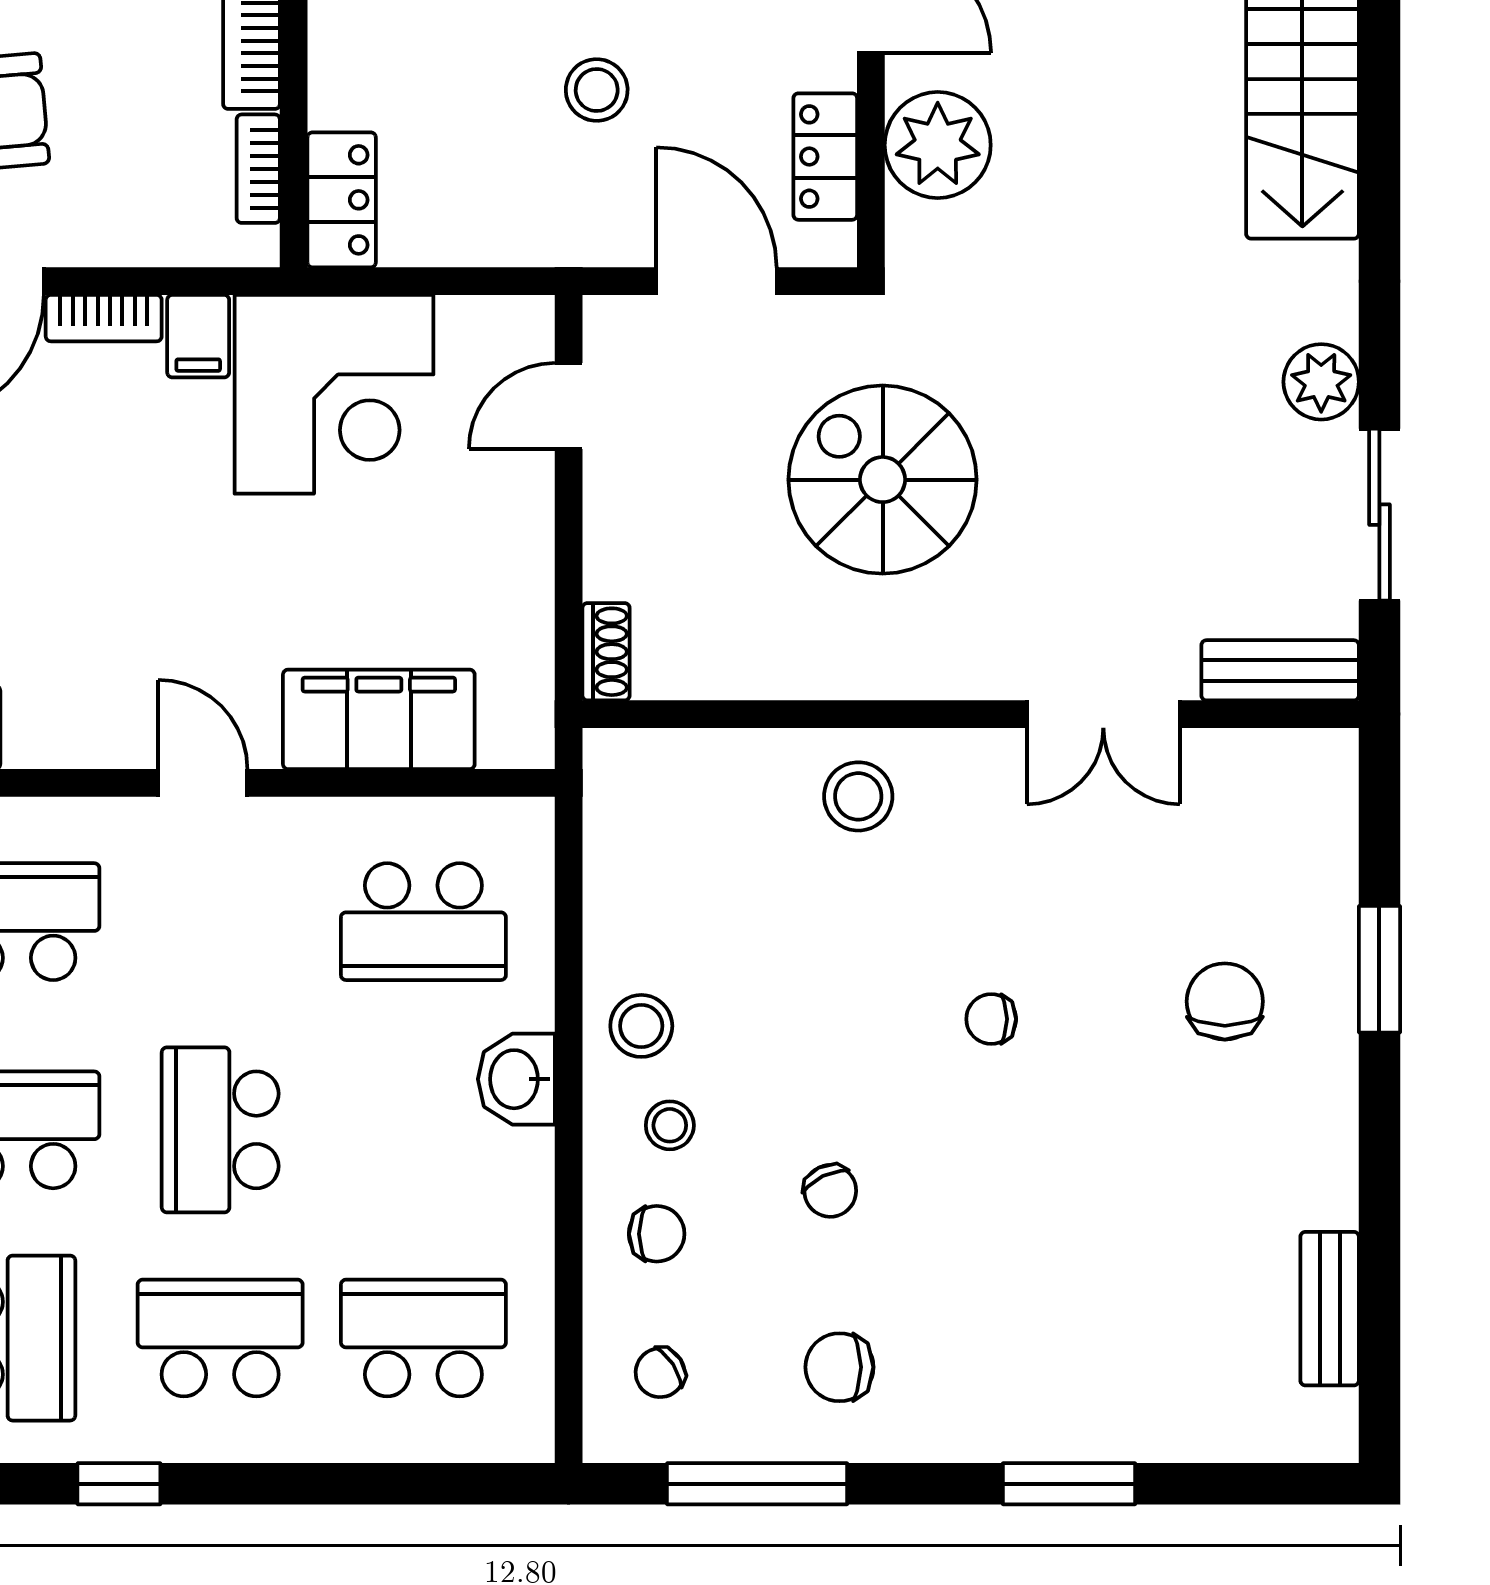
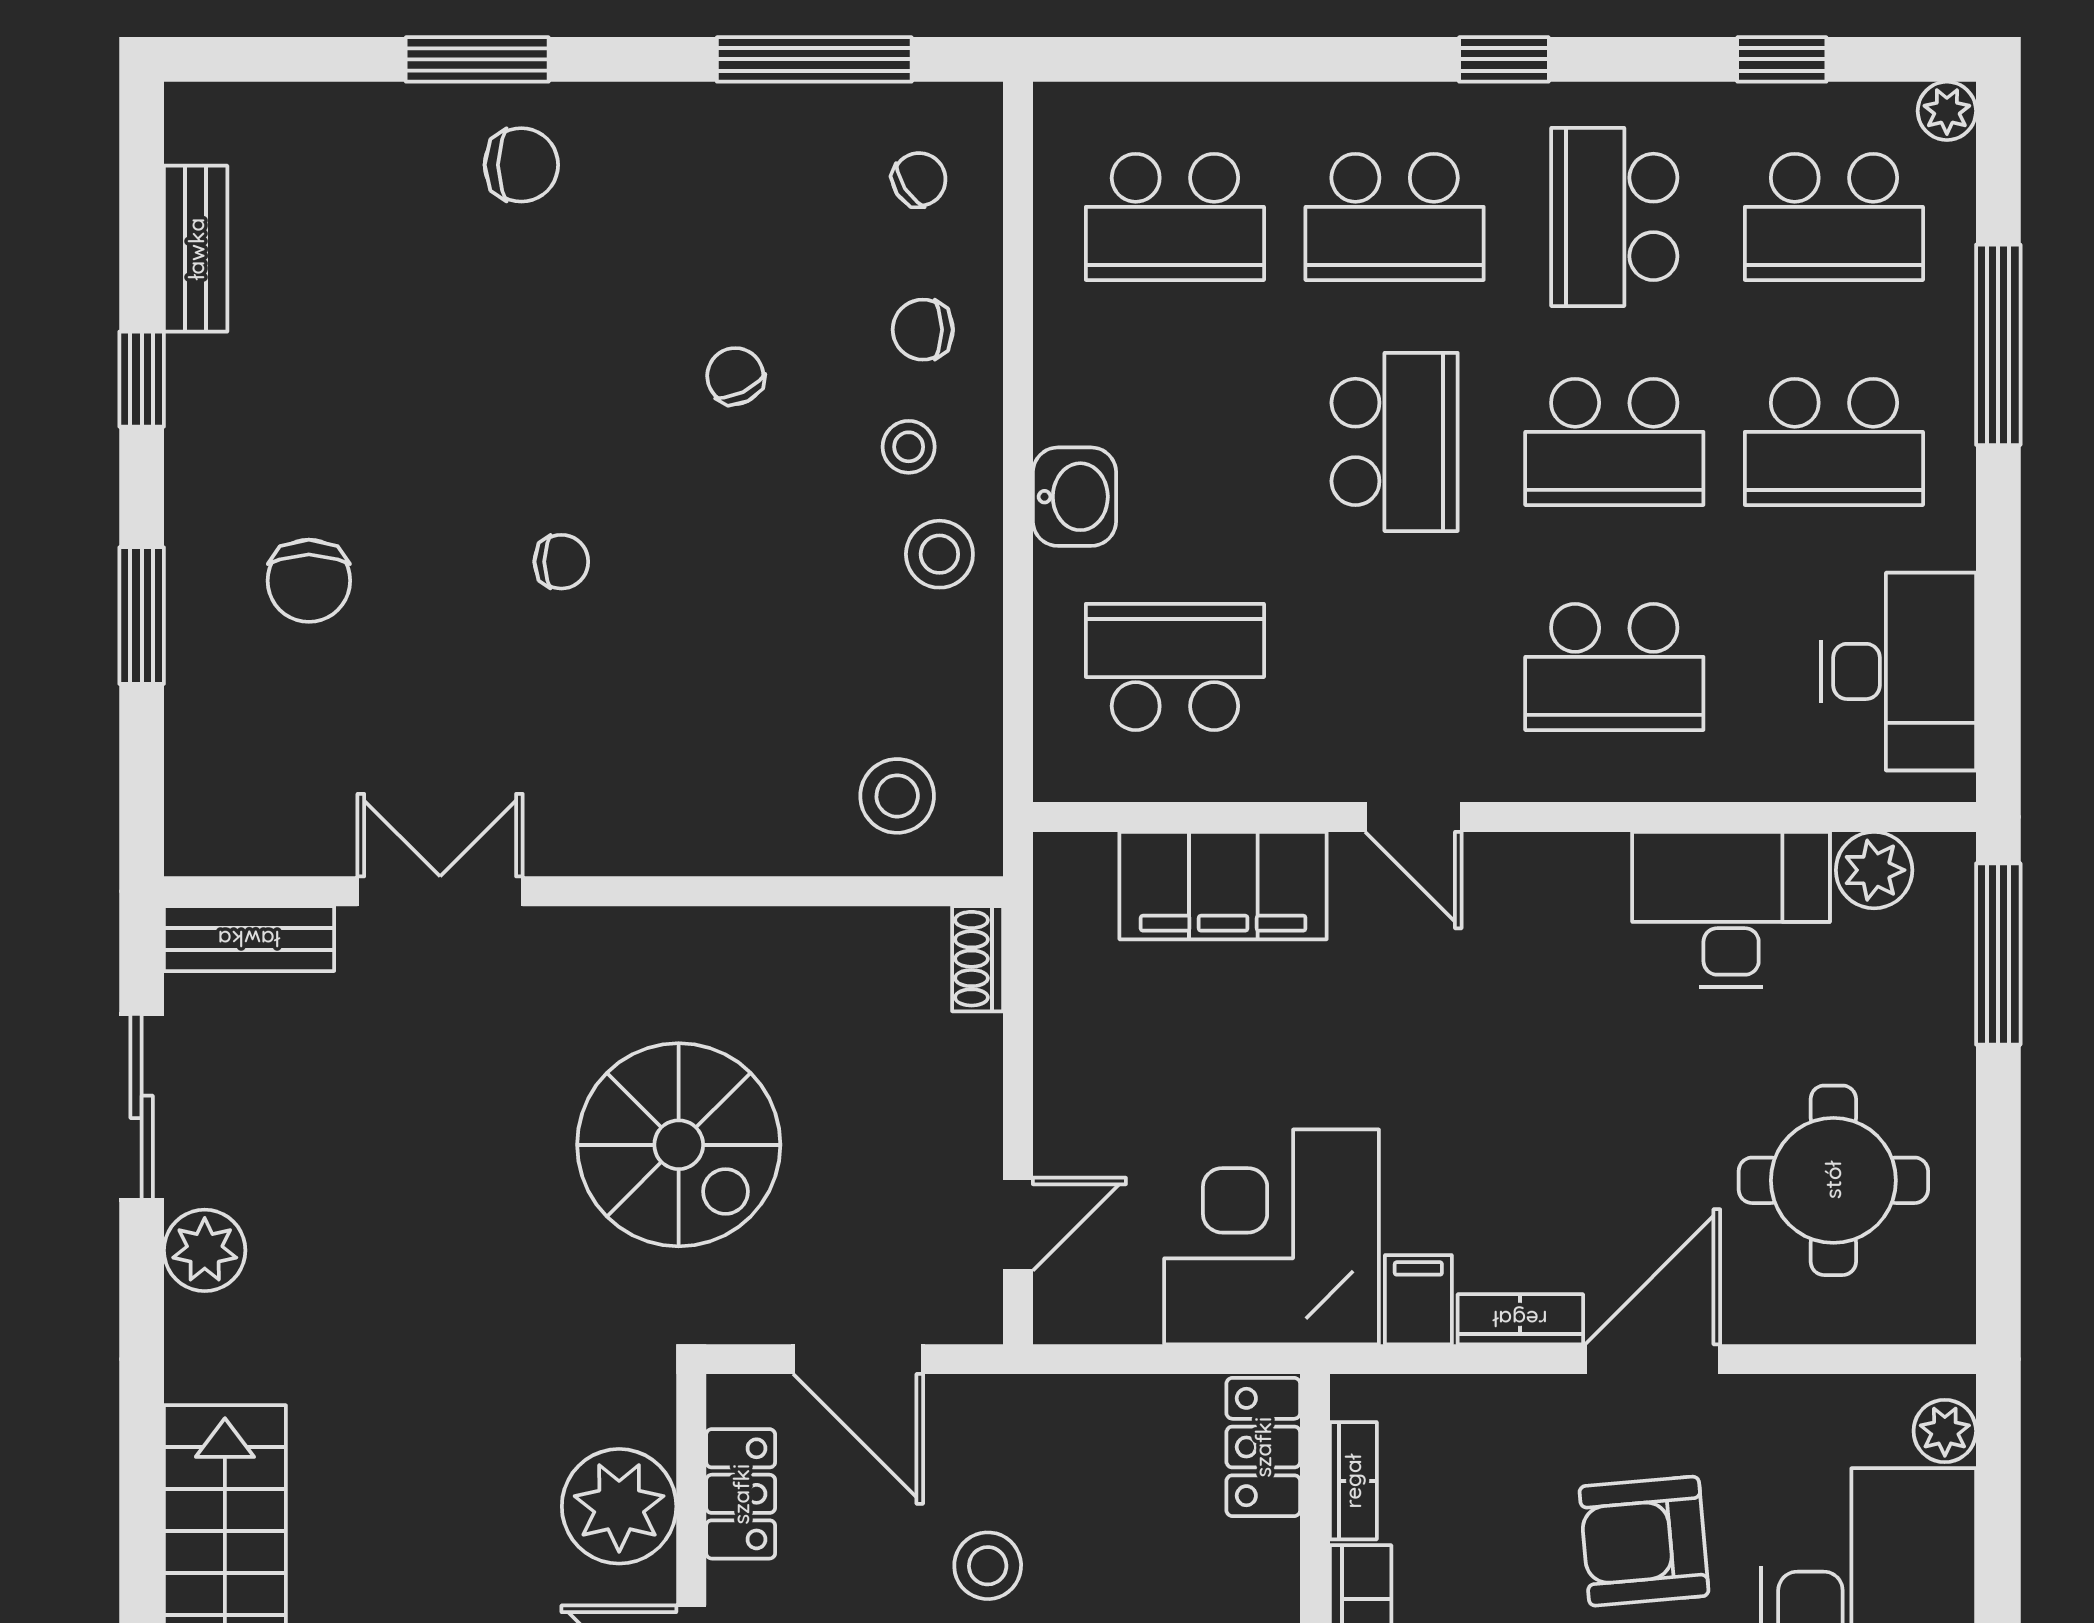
stool: (858, 796) -> (897, 796), moved
window: (1379, 1188) -> (142, 379), added
chair: (839, 1367) -> (521, 165), moved

